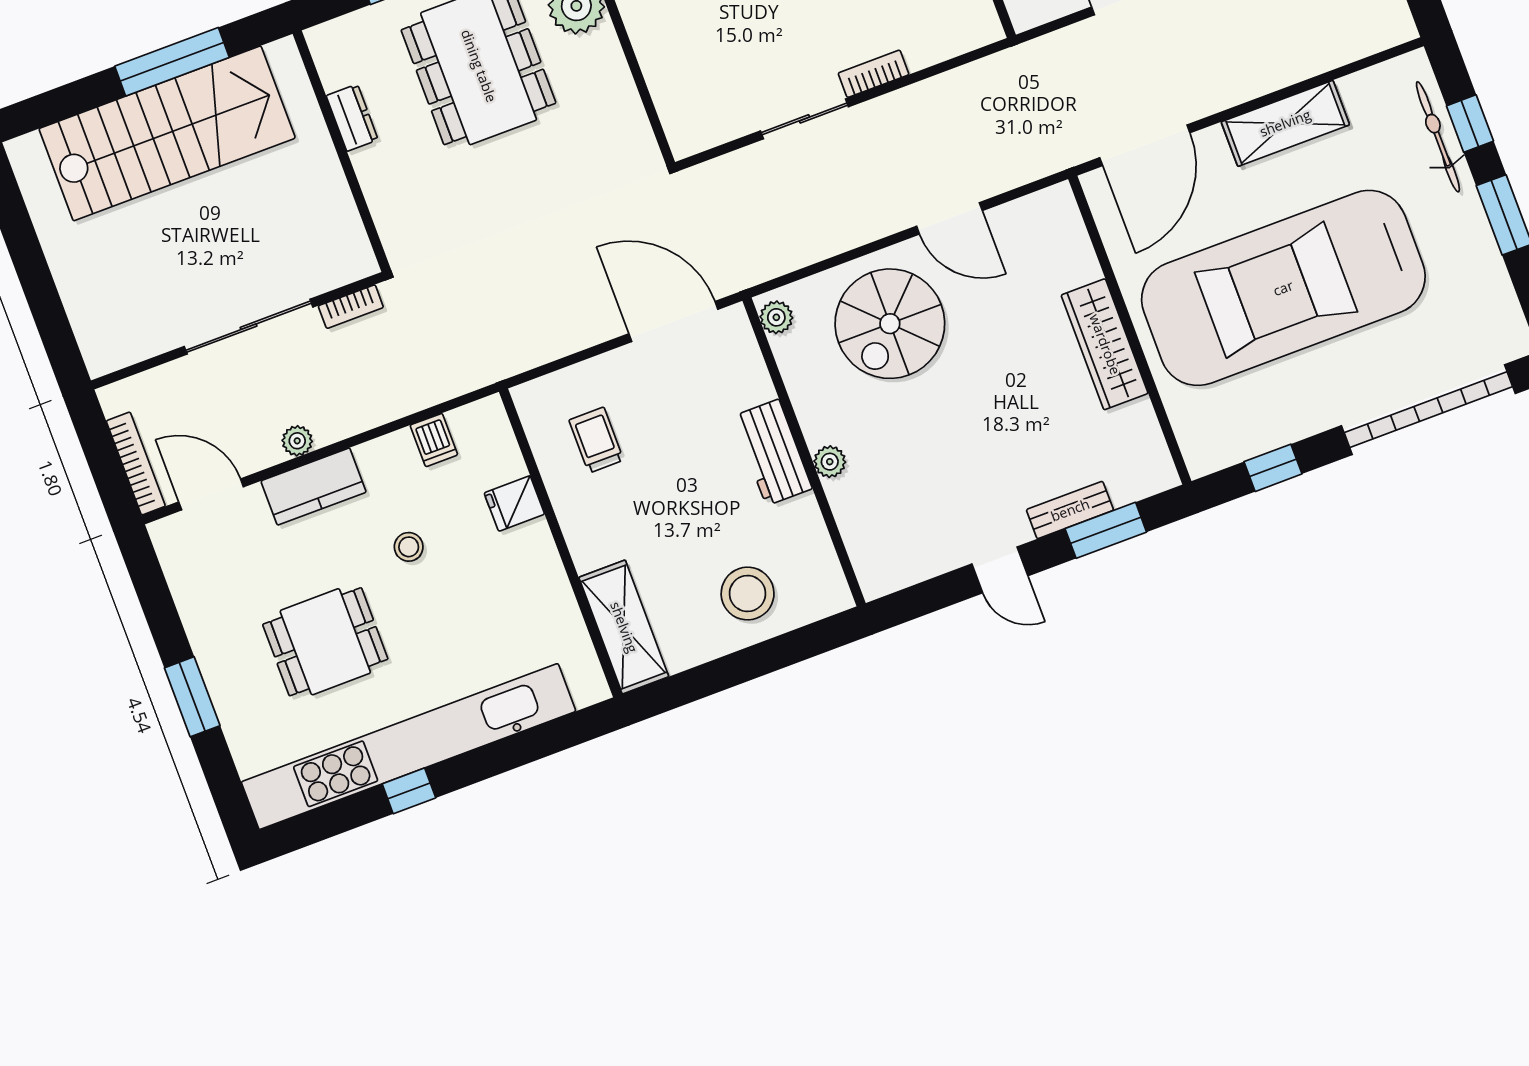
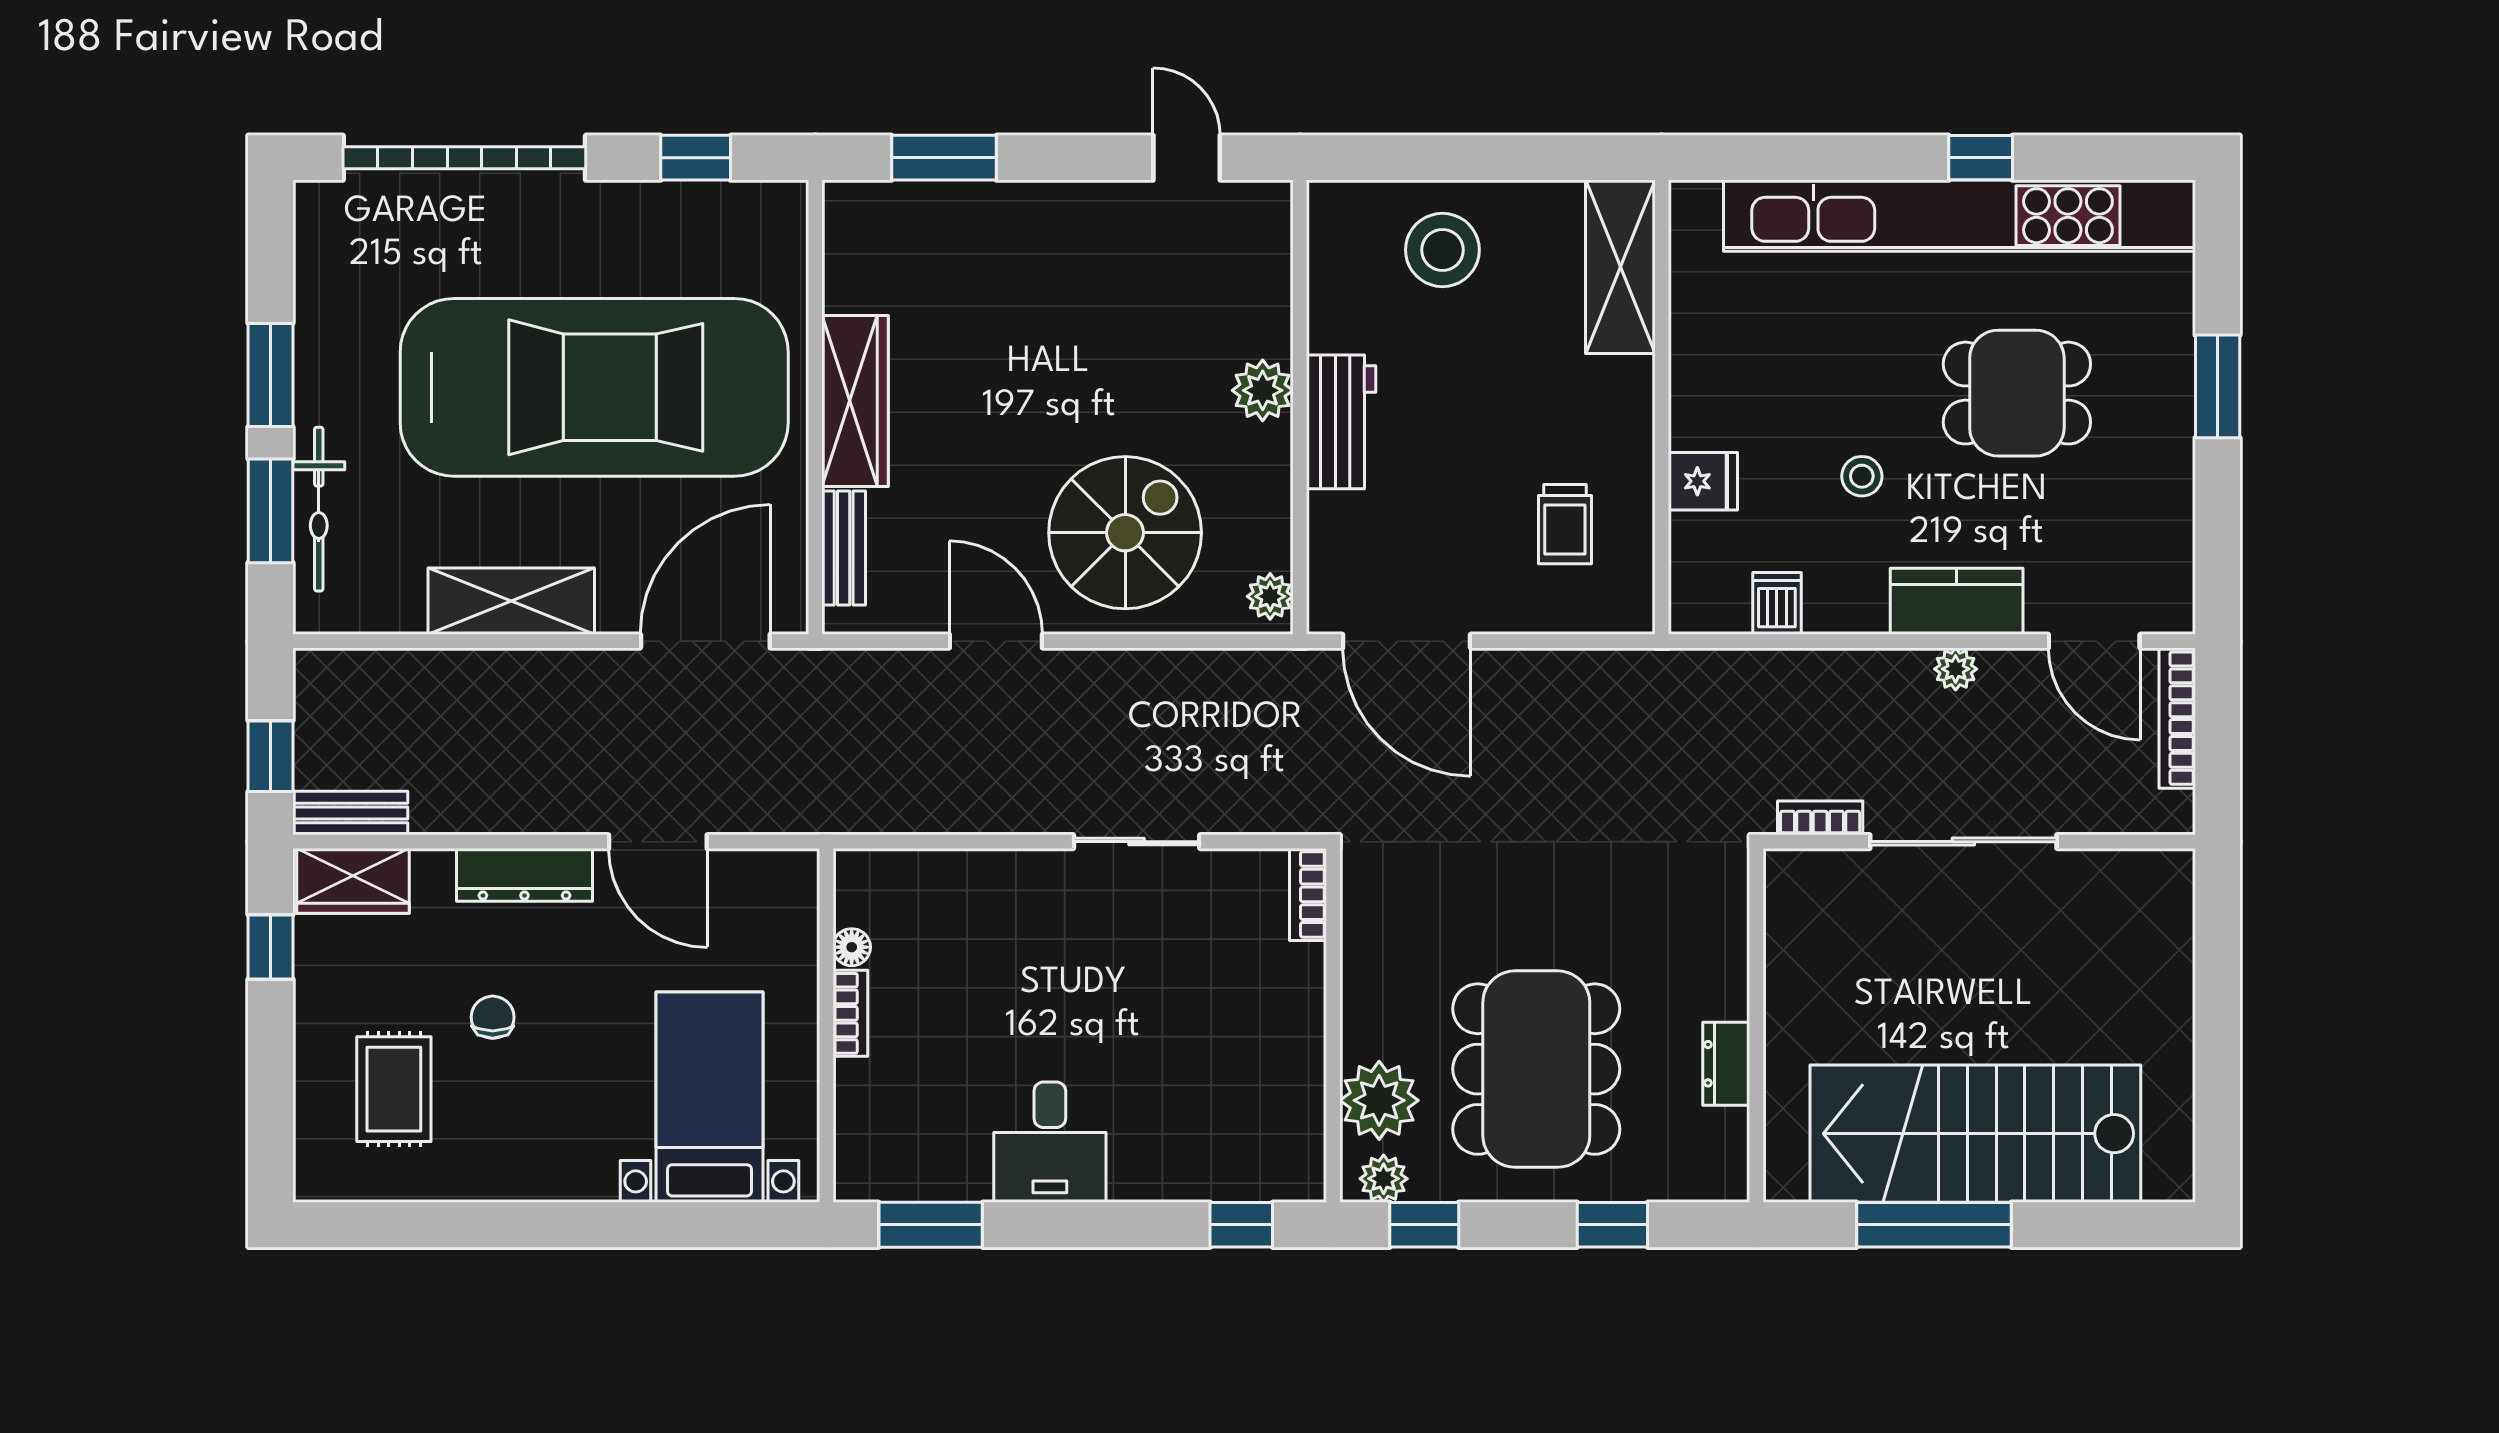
bookcase: (874, 74) -> (1308, 894), moved, turned 90
window: (1470, 124) -> (271, 511), width x1.50
plant: (830, 462) -> (1263, 390), width x1.38, depth x1.38
bench: (1070, 510) -> (844, 548), moved, turned 90
door: (1000, 570) -> (1187, 158), moved

